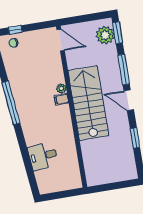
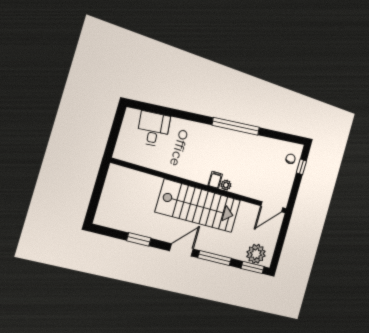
desk: (43, 156) -> (153, 129), moved

